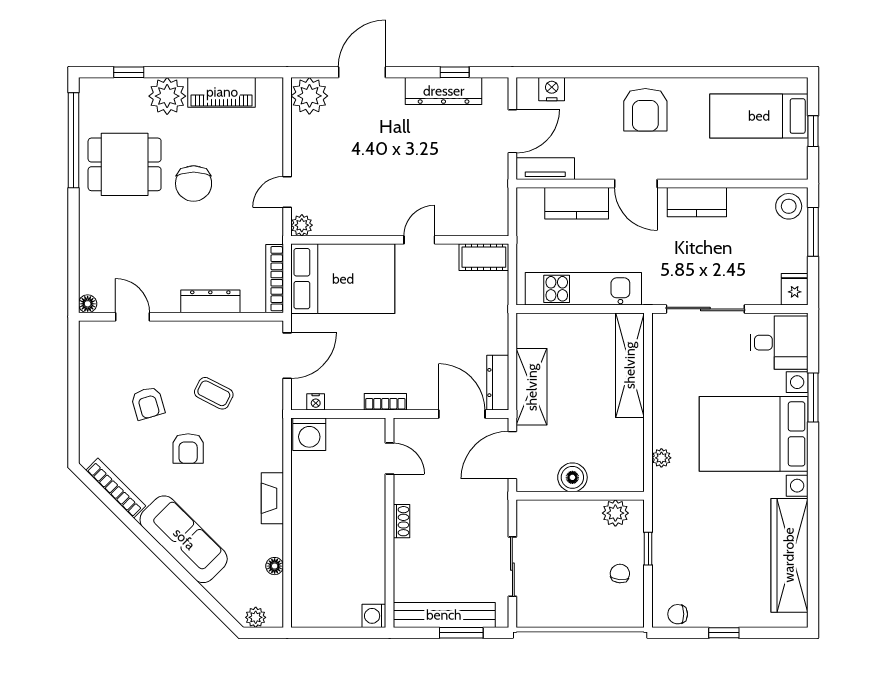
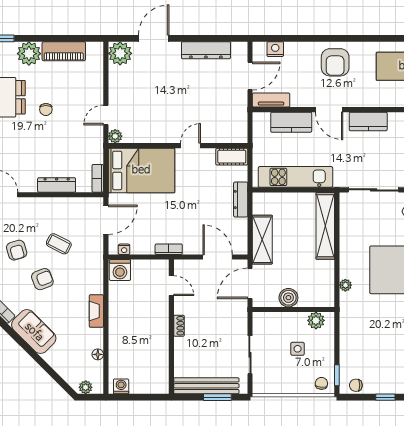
window: (455, 72) -> (213, 38), removed
chair: (194, 183) -> (46, 110), width x0.54, depth x0.54
bookcase: (275, 279) -> (98, 178), width x0.64
dresser: (498, 383) -> (241, 199), moved
armchair: (188, 448) -> (42, 279), turned -111
sofa: (184, 539) -> (34, 332), width x0.73
window: (648, 549) -> (337, 375), moved
side table: (587, 557) -> (298, 349), added
chair: (620, 574) -> (321, 383), moved
washing machine: (374, 616) -> (121, 386), moved, turned 90

